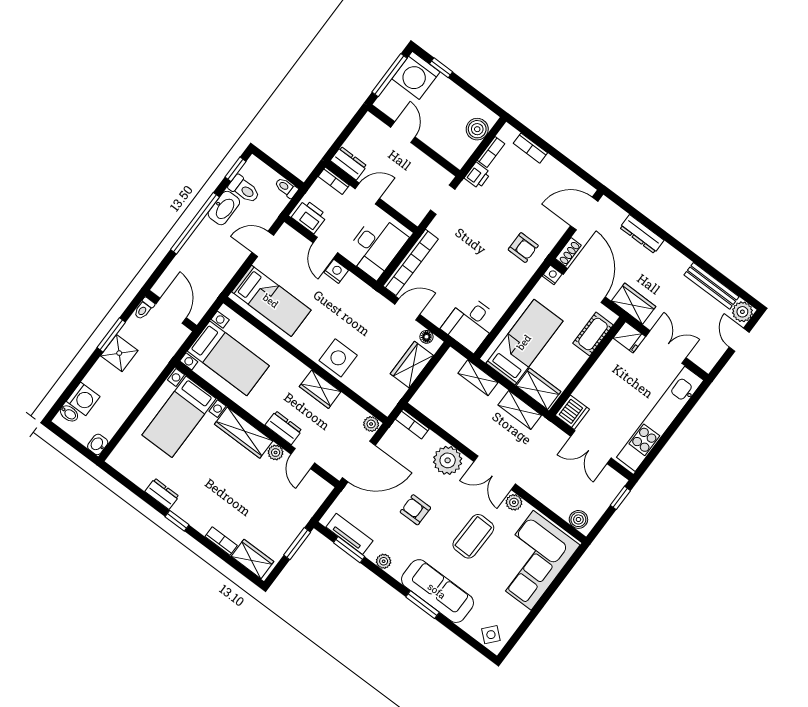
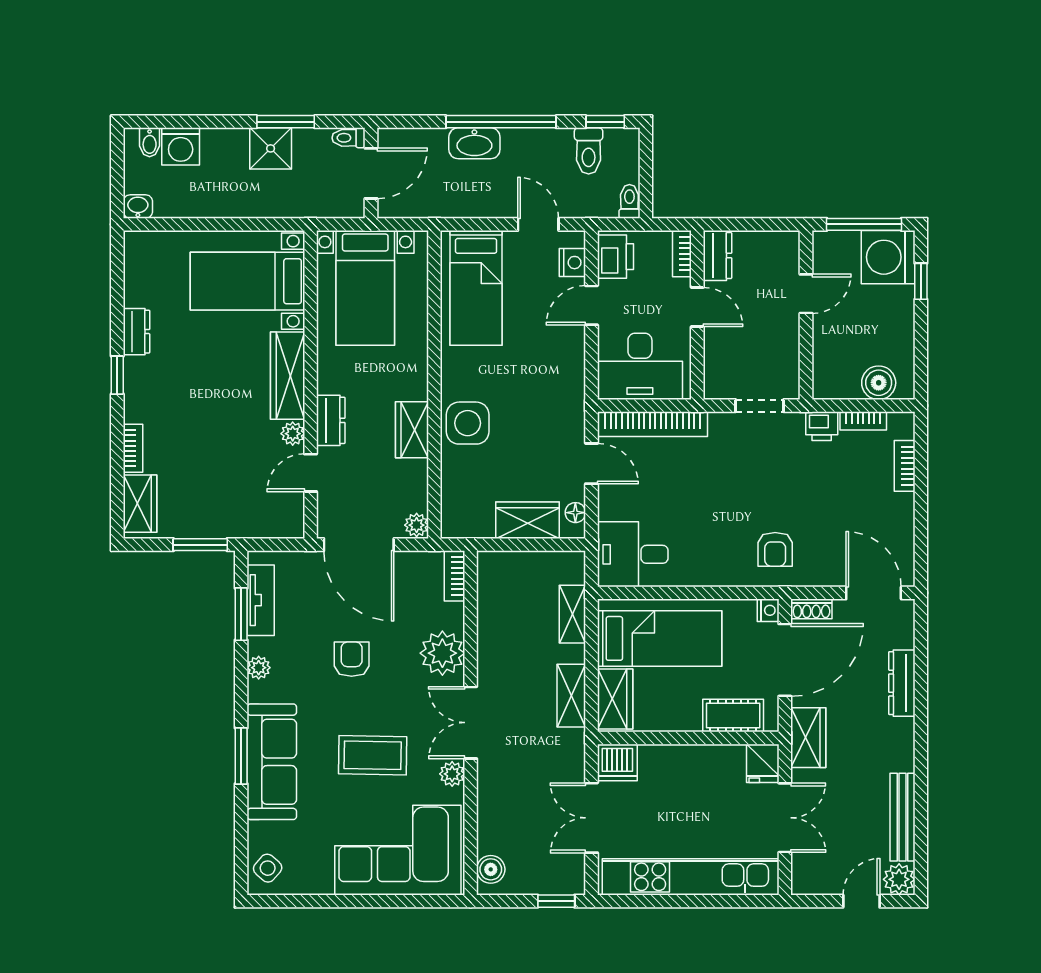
washbasin: (224, 208) -> (474, 143), moved
nightstand: (336, 271) -> (572, 263), moved

